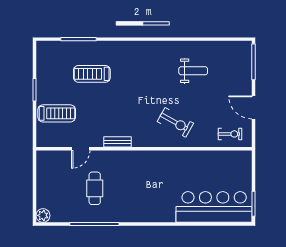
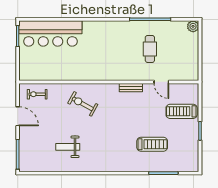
door: (81, 149) -> (161, 82), swing flipped

